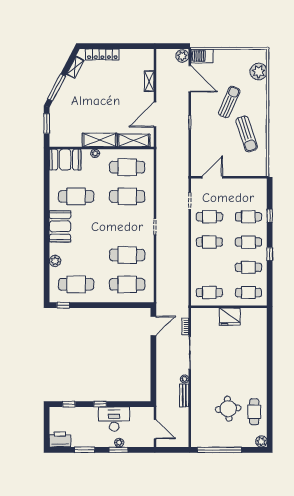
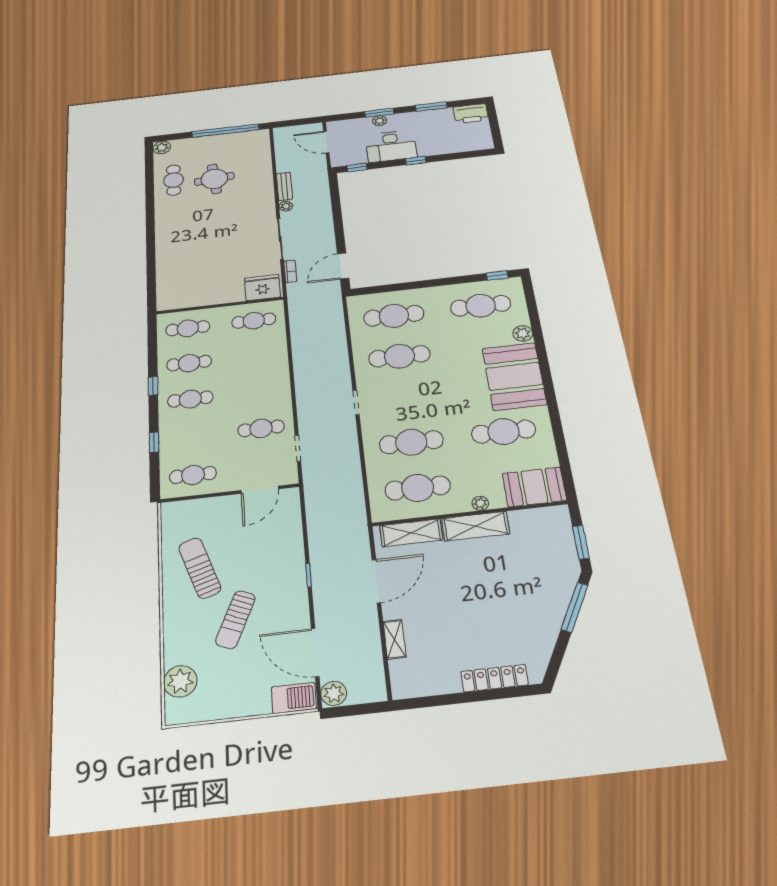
shelving: (75, 67) -> (544, 648), removed
cafe table: (248, 217) -> (193, 475), moved
booth: (60, 226) -> (514, 376), width x1.36, depth x1.42
cafe table: (209, 242) -> (259, 391), removed
fridge: (230, 317) -> (262, 288), moved
window: (69, 404) -> (357, 168), moved

